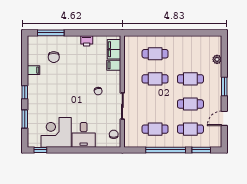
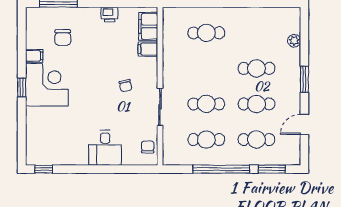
cafe table: (155, 79) -> (206, 104), moved
window: (25, 119) -> (22, 125), removed
corner desk: (56, 132) -> (47, 85), moved, turned 90

